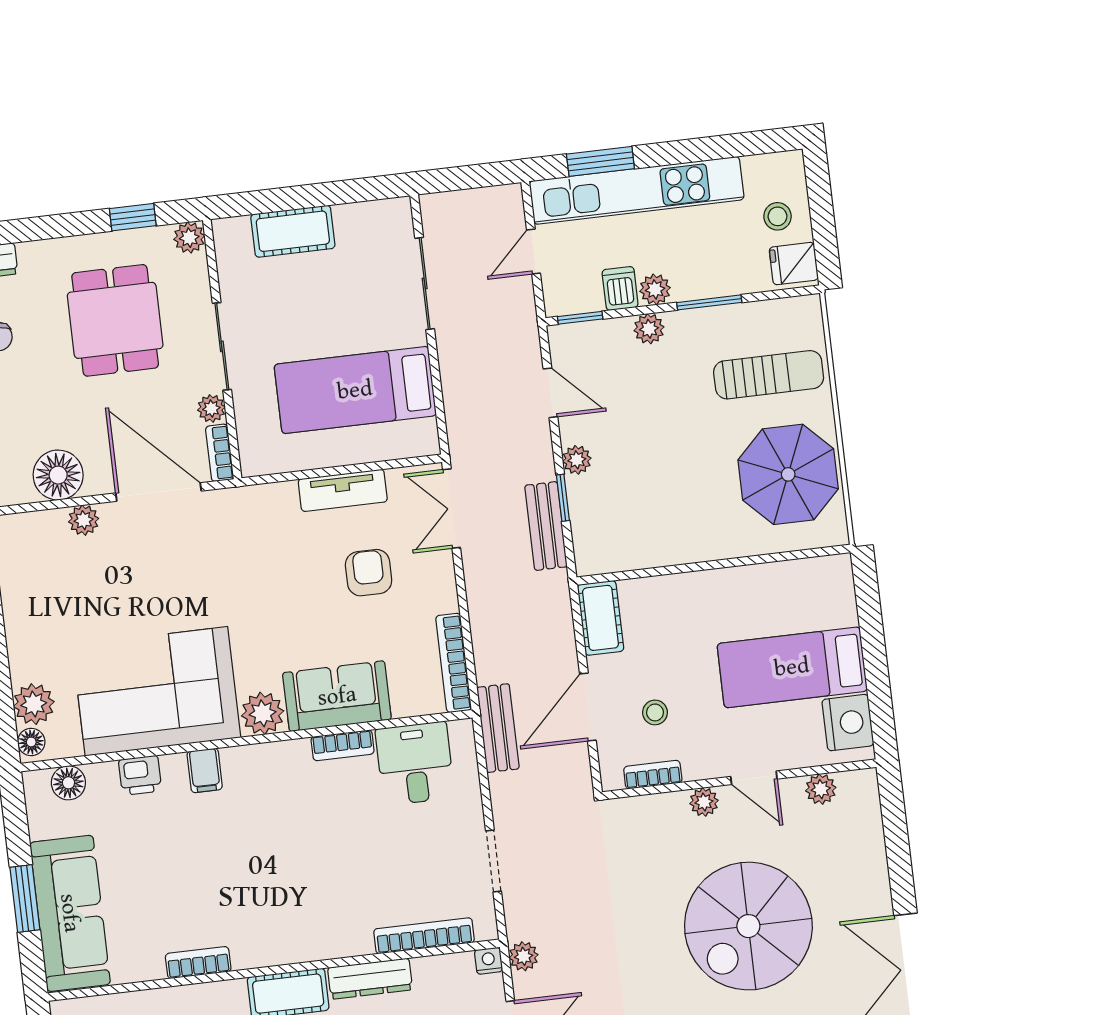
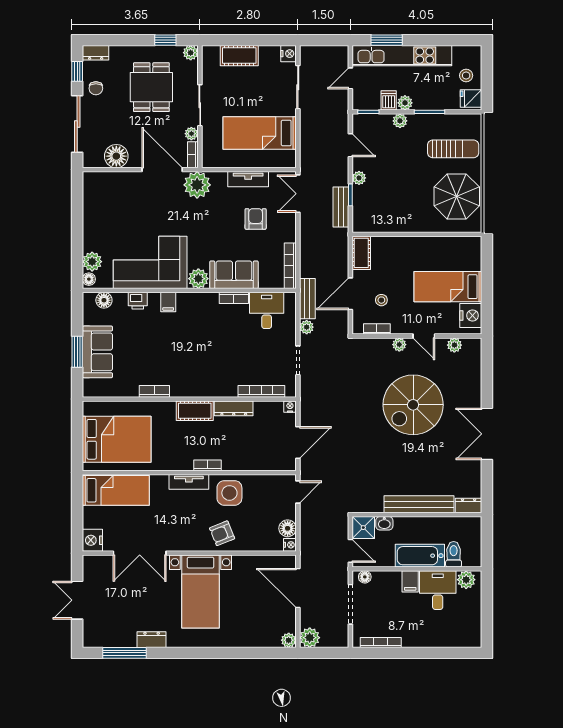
nightstand: (396, 215) -> (288, 54), added
plant: (84, 520) -> (197, 185), moved, width x1.87, depth x1.87
sofa: (70, 913) -> (97, 352), width x0.73
plant: (524, 956) -> (307, 327), moved

